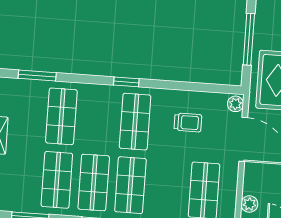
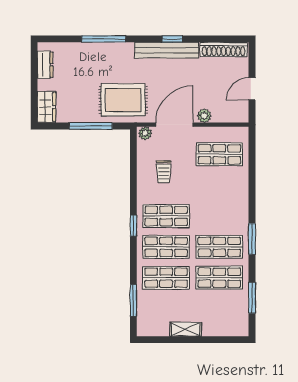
trolley: (188, 122) -> (164, 172), turned 180
shop shelf: (130, 185) -> (166, 247), moved
plant: (249, 204) -> (204, 116), moved

